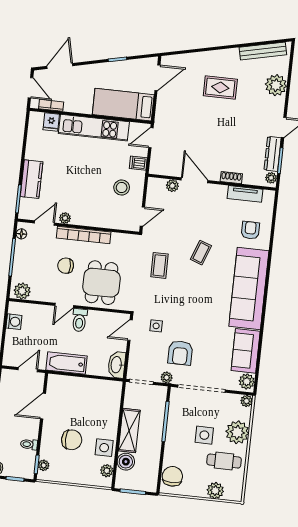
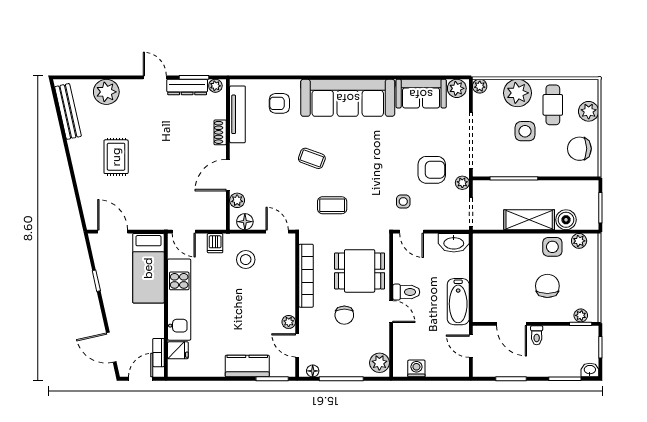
floor lamp: (154, 190) -> (245, 222), added
tv unit: (245, 194) -> (237, 114), width x1.41
bookcase: (84, 235) -> (306, 276), moved
toilet: (29, 444) -> (537, 335), moved
chair: (172, 476) -> (579, 149), moved

